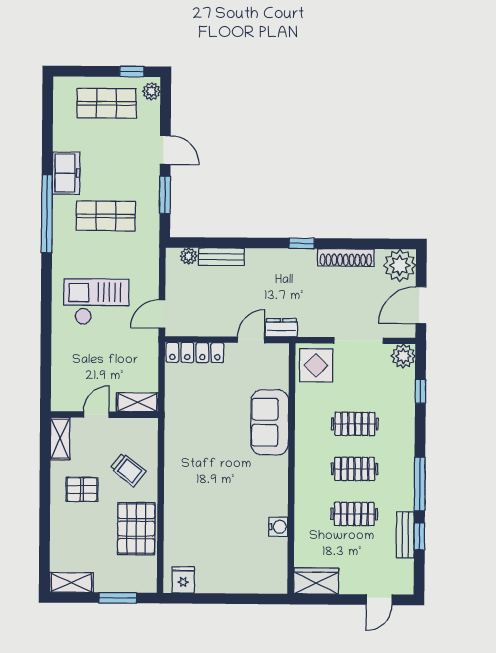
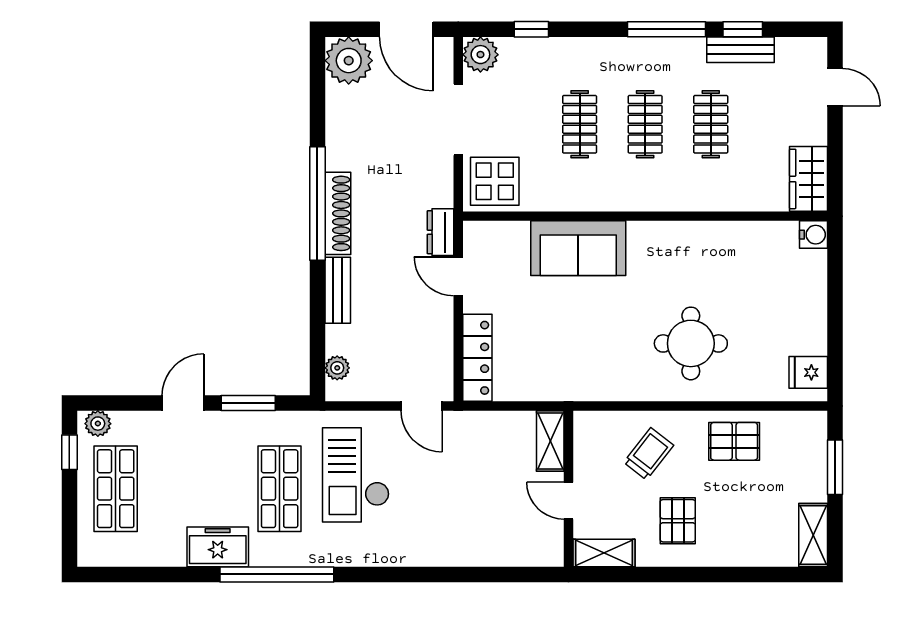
window: (302, 243) -> (317, 204), width x3.17
bench: (221, 257) -> (338, 290), moved
shoe rack: (346, 258) -> (338, 213), moved
checkout: (96, 302) -> (356, 475), moved
round table: (204, 499) -> (691, 343), added
water cooler: (278, 527) -> (813, 235), moved, turned 90
pallet: (136, 529) -> (734, 441), width x0.67, depth x0.71

